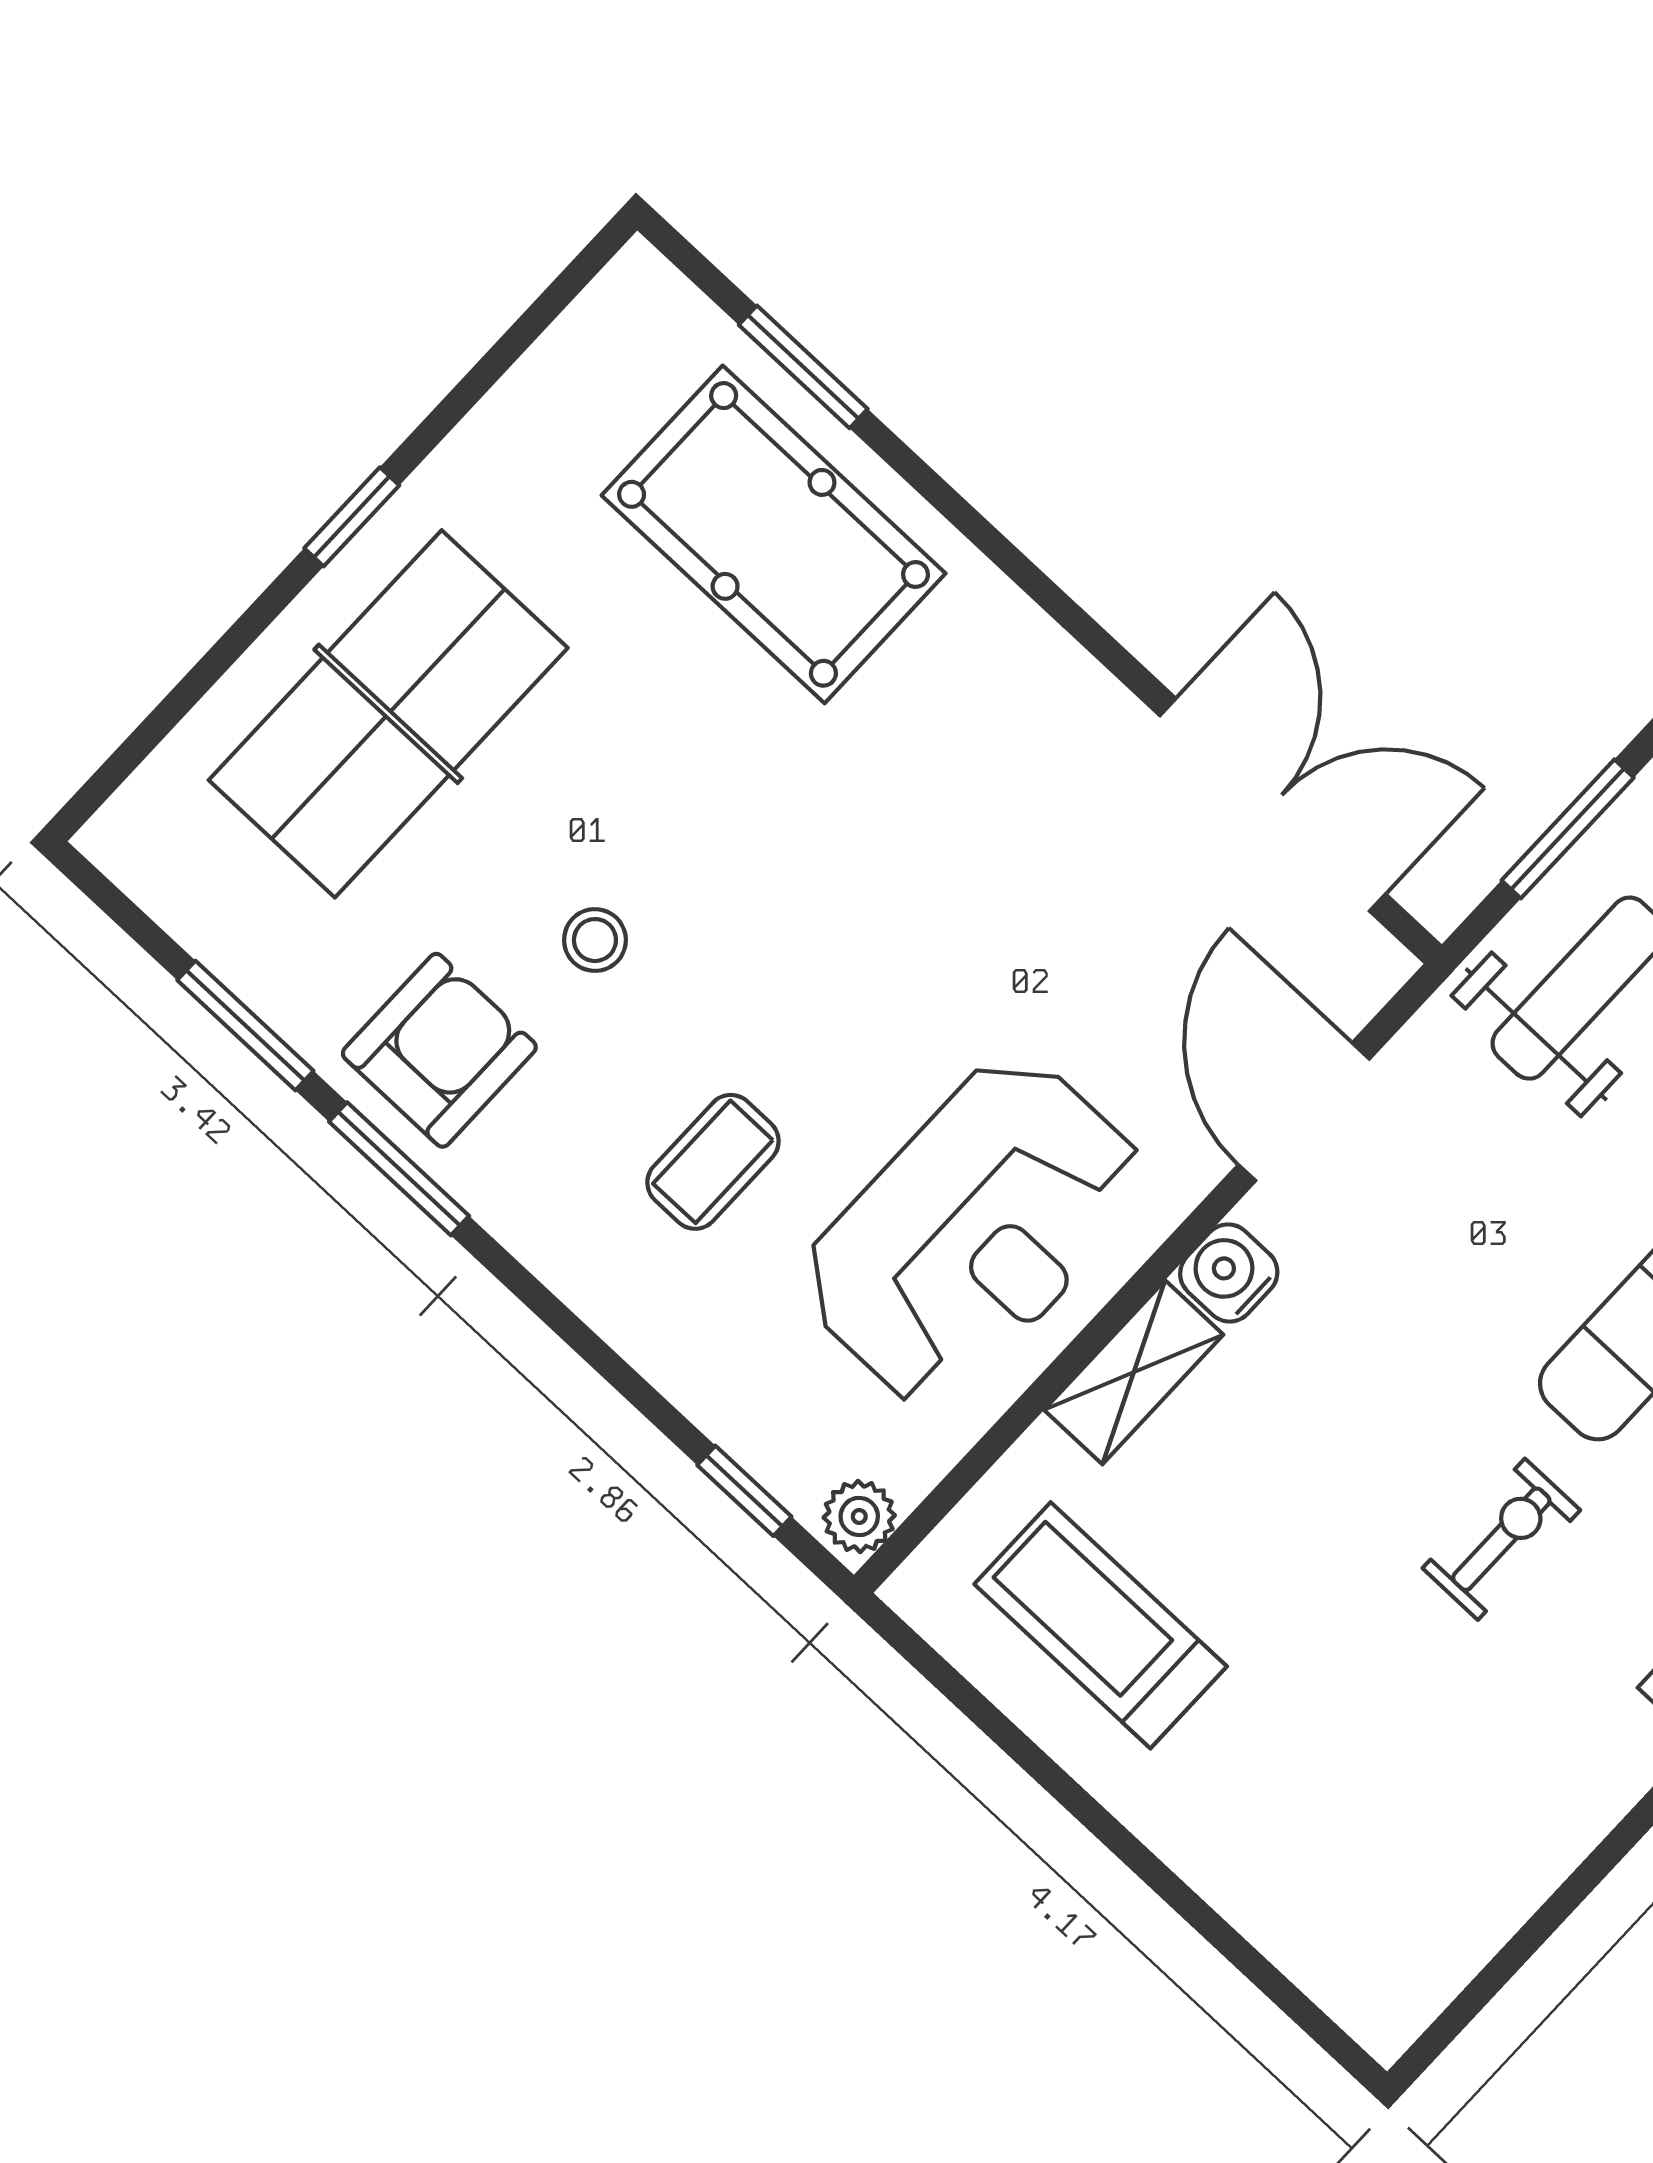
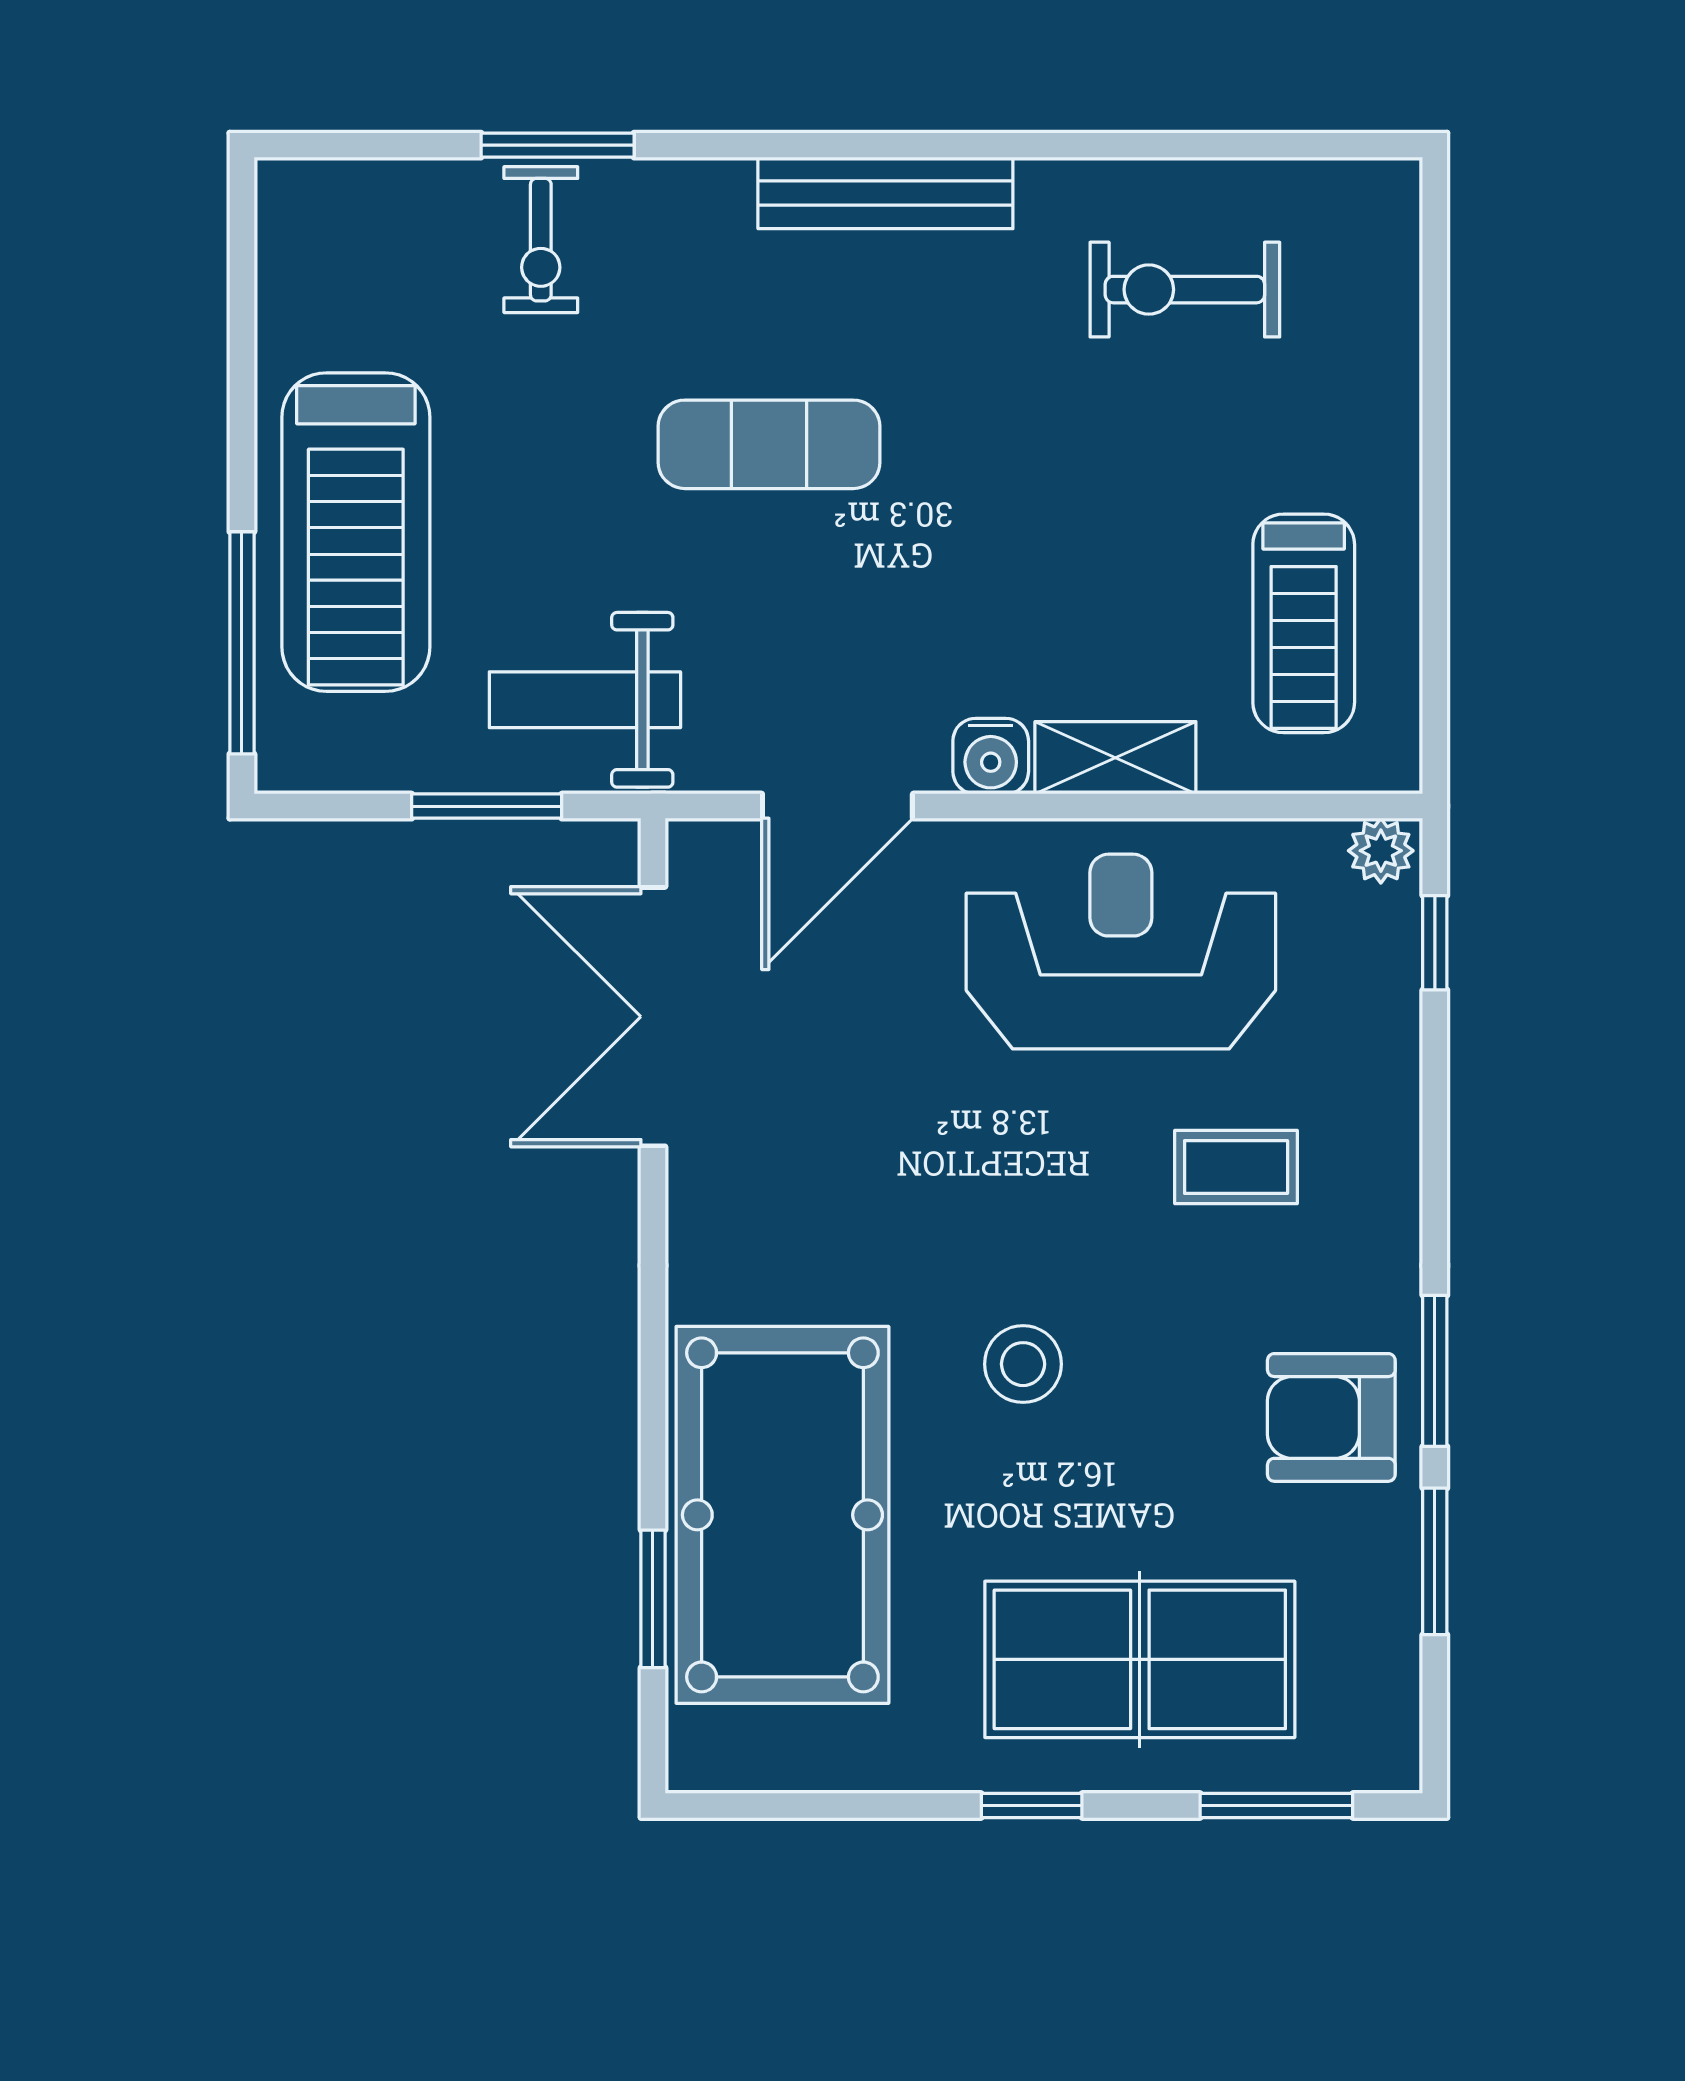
pool table: (774, 534) -> (782, 1515), width x1.36, depth x1.32
window: (168, 714) -> (1276, 1806), added
stool: (595, 940) -> (1023, 1364), moved, width x1.37, depth x1.37
exercise bike: (1501, 1539) -> (1185, 290), moved, width x1.38, depth x1.39

